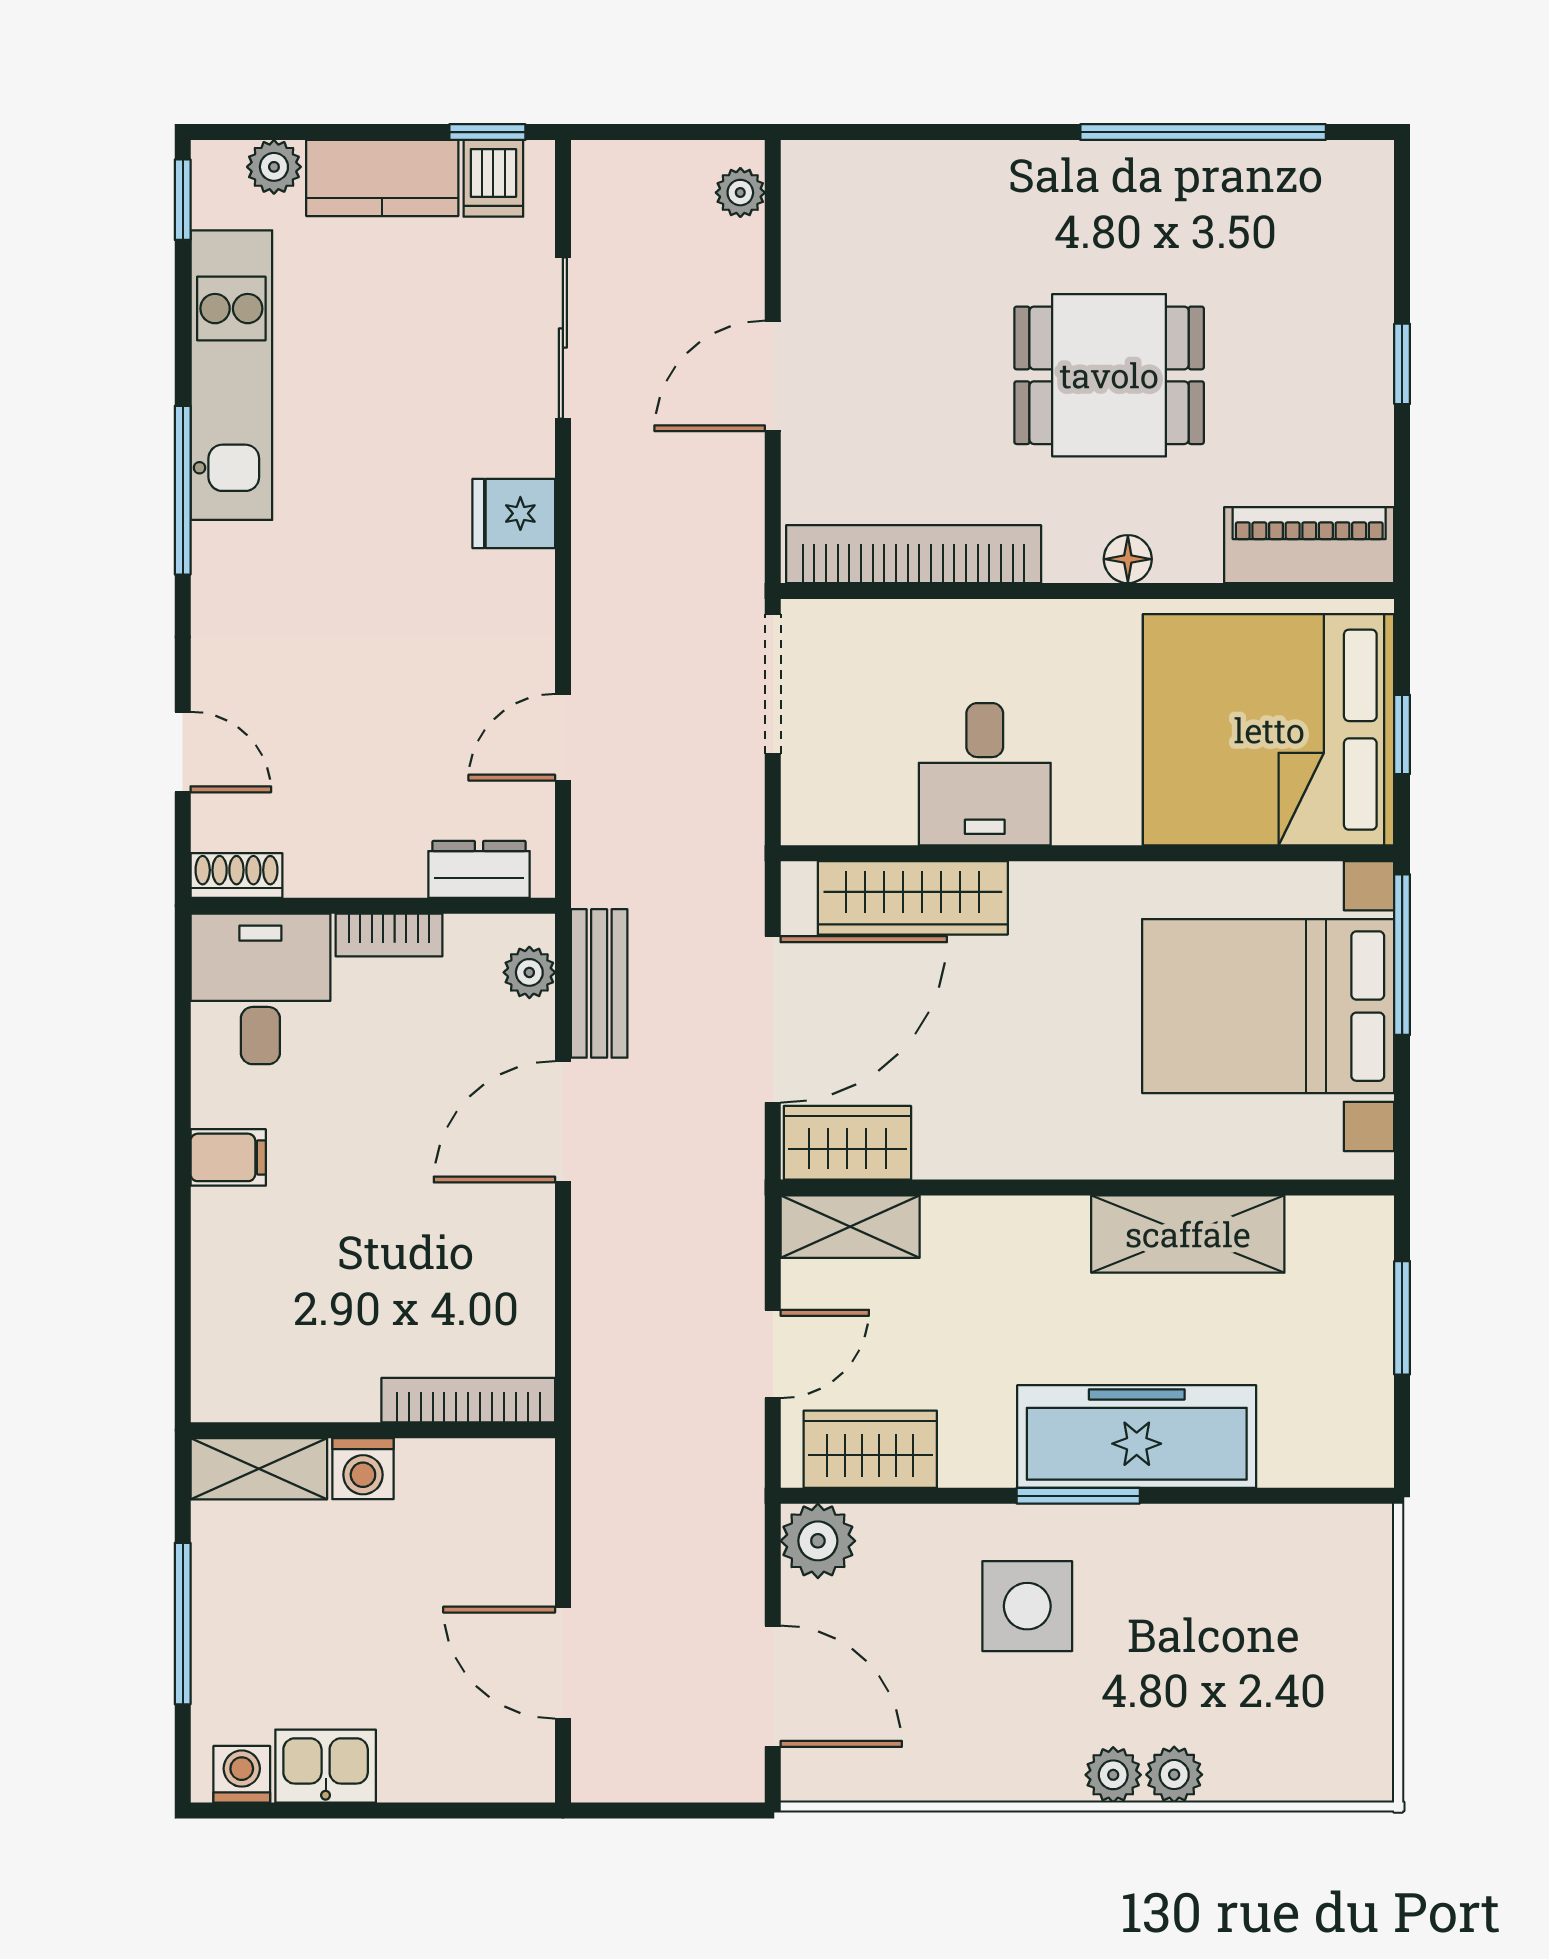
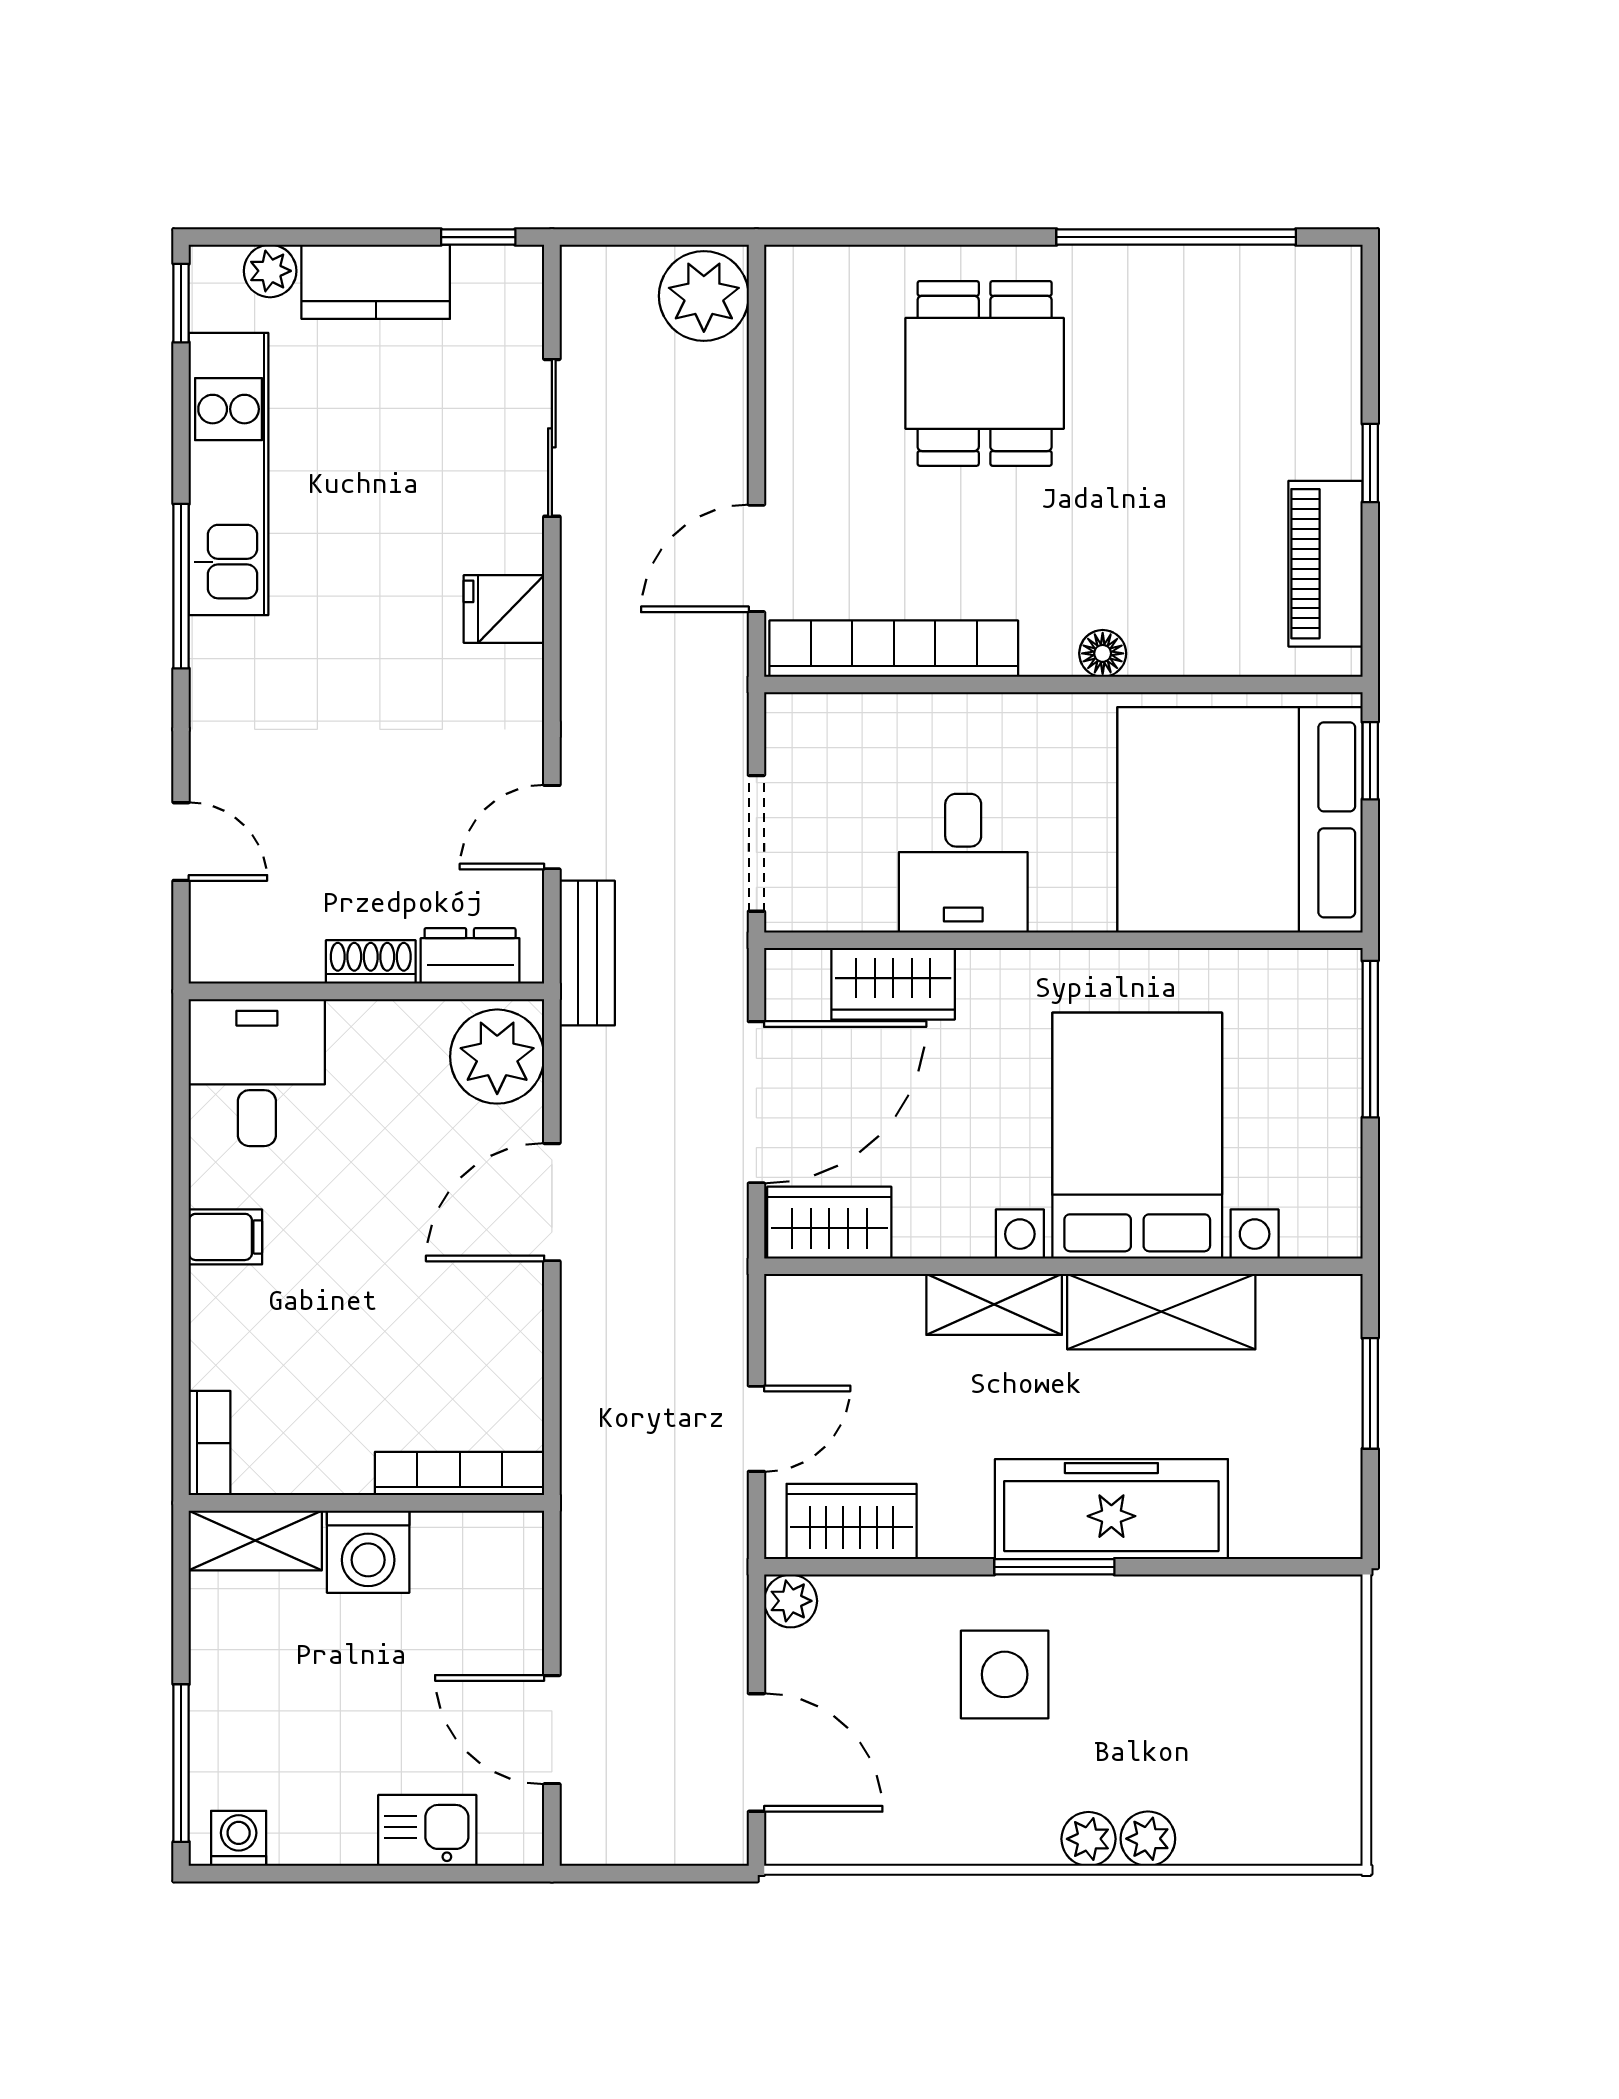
dishwasher: (493, 178) -> (484, 282), removed
plant: (740, 193) -> (704, 296), width x1.88, depth x1.88
dining table: (1109, 375) -> (985, 373), moved, turned 90
door: (773, 376) -> (756, 558), moved
piano: (1309, 545) -> (1325, 564), moved, turned -90
doorway: (773, 684) -> (756, 843), moved
window: (1402, 734) -> (1370, 761), moved
shoe rack: (236, 875) -> (371, 962), moved
wardrobe: (913, 898) -> (893, 984), width x0.67
bookcase: (389, 935) -> (210, 1443), moved, turned -90
plant: (529, 972) -> (497, 1057), width x1.88, depth x1.88
bench: (599, 983) -> (587, 953), moved
bed with nightstands: (1268, 1006) -> (1137, 1136), moved, turned 90
shelving: (850, 1227) -> (994, 1304), moved
washing machine: (363, 1469) -> (368, 1552), width x1.38, depth x1.38
plant: (818, 1541) -> (791, 1601), width x0.73, depth x0.73
window: (183, 1624) -> (181, 1763), moved
kitchen sink: (326, 1766) -> (427, 1830), moved

